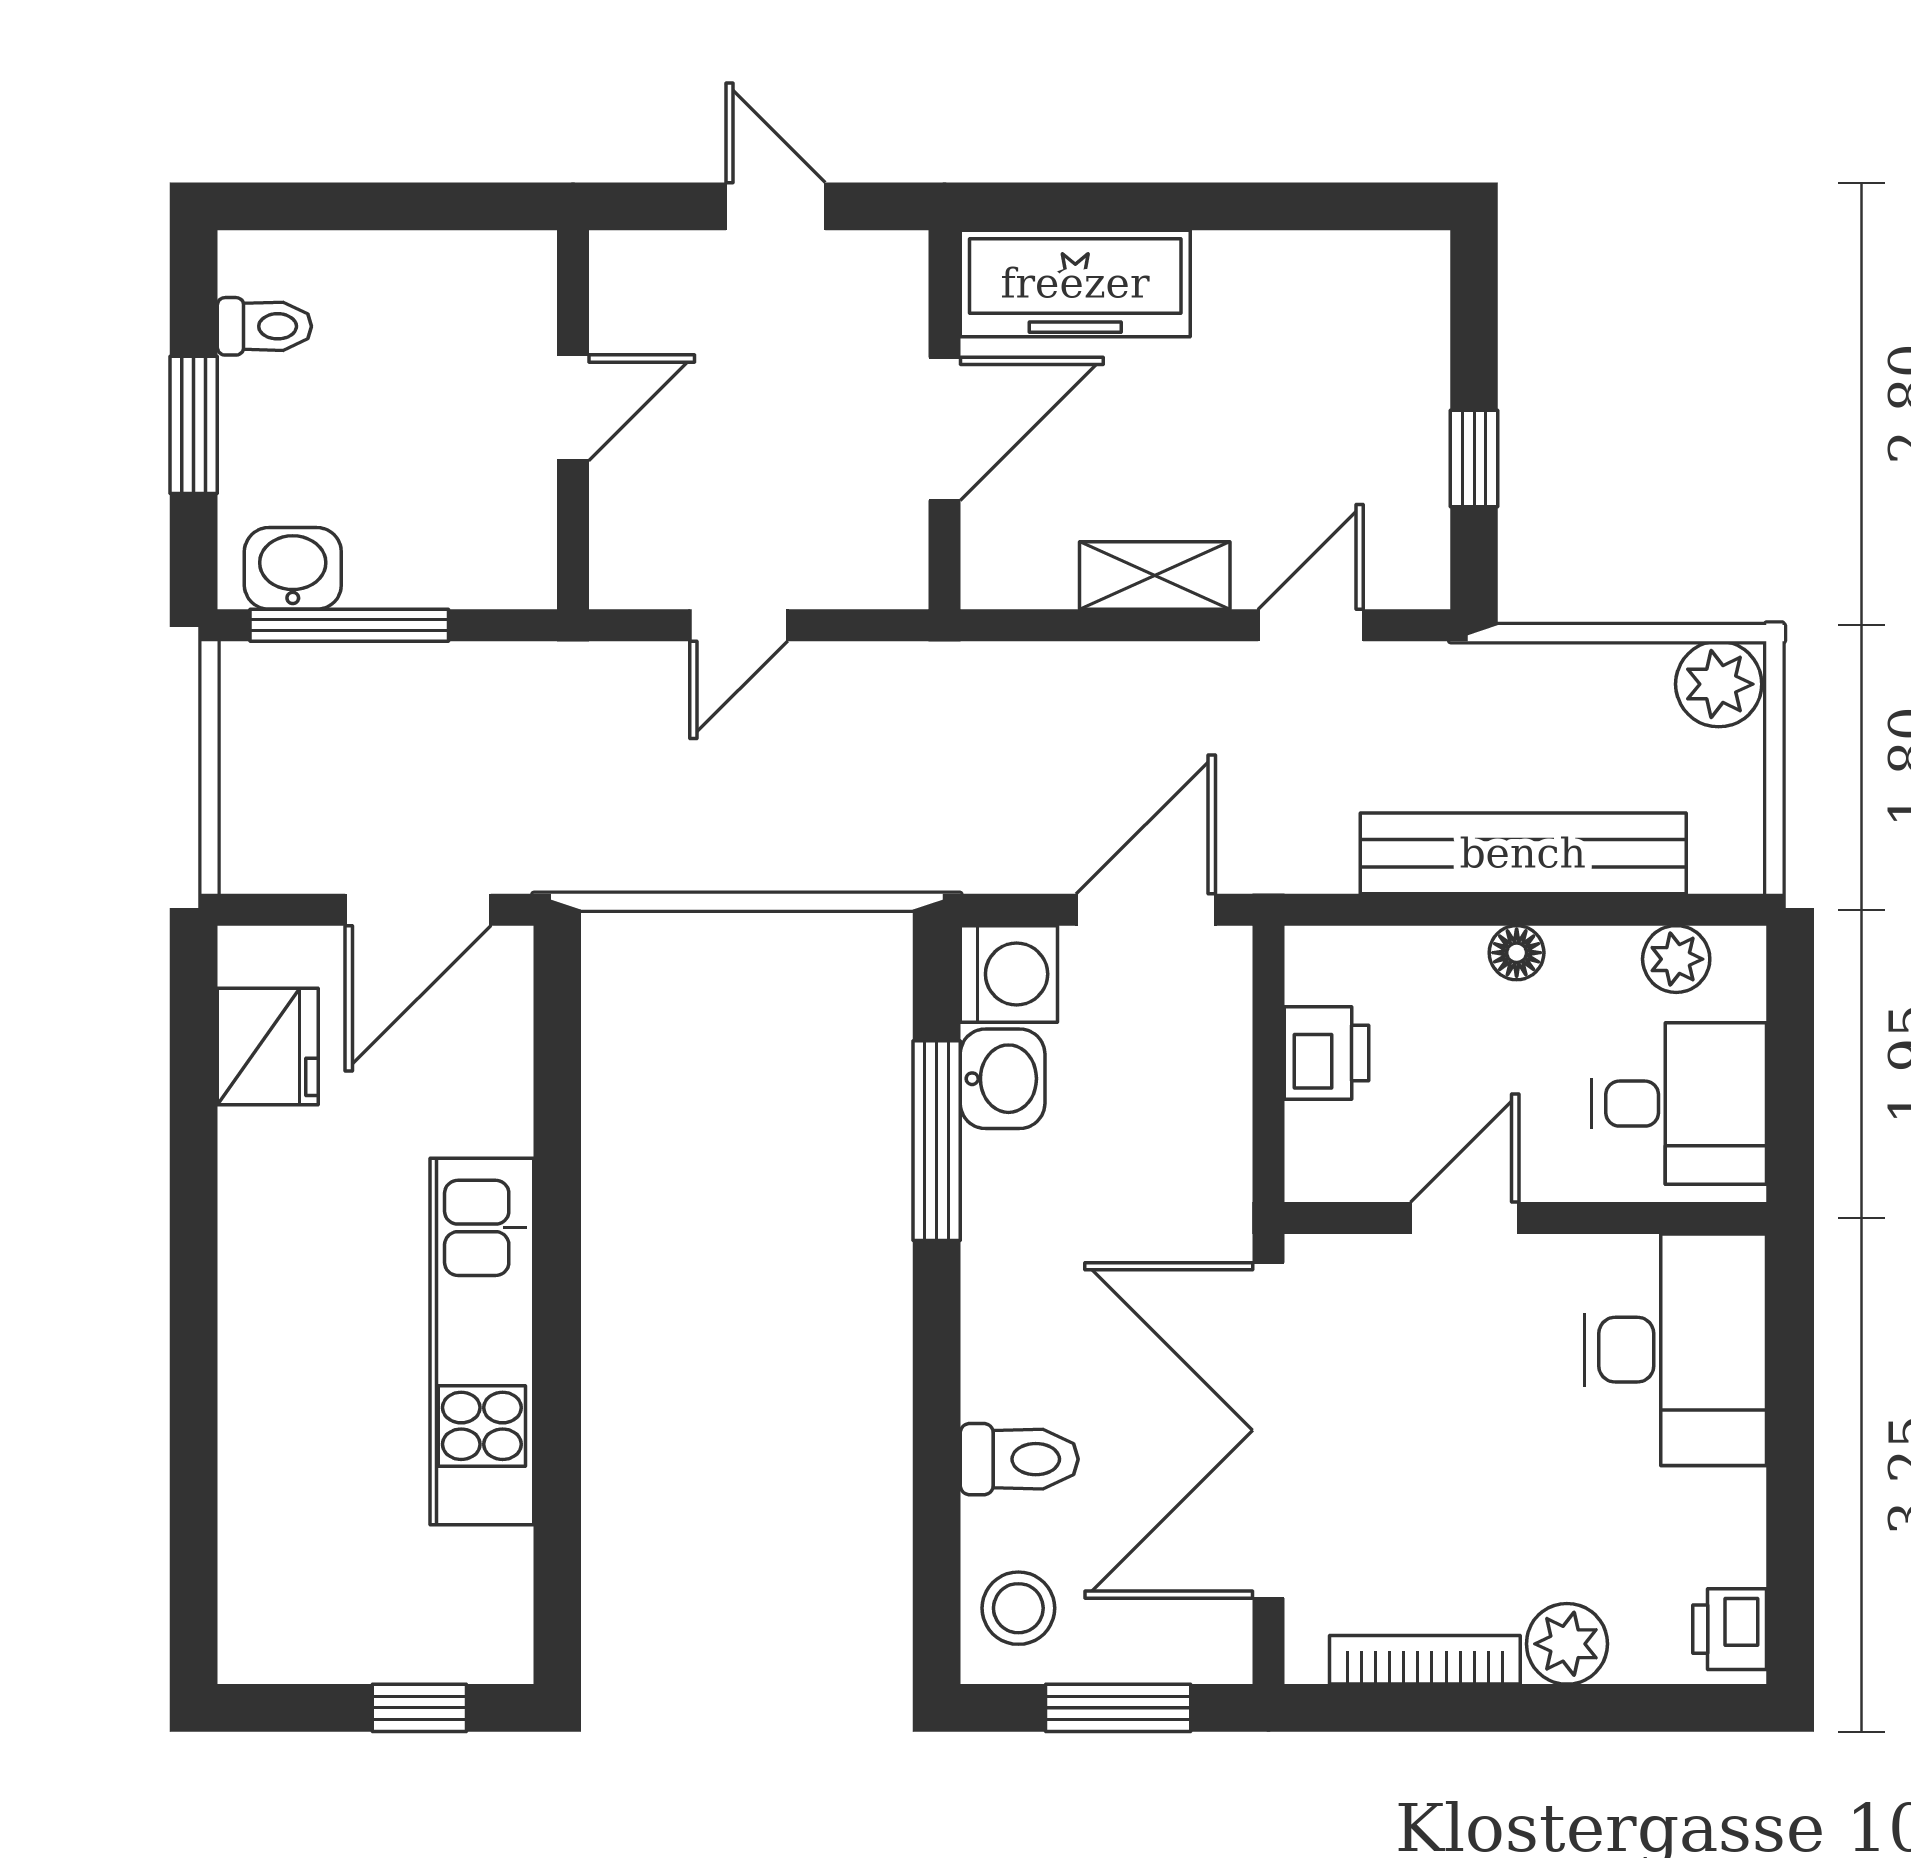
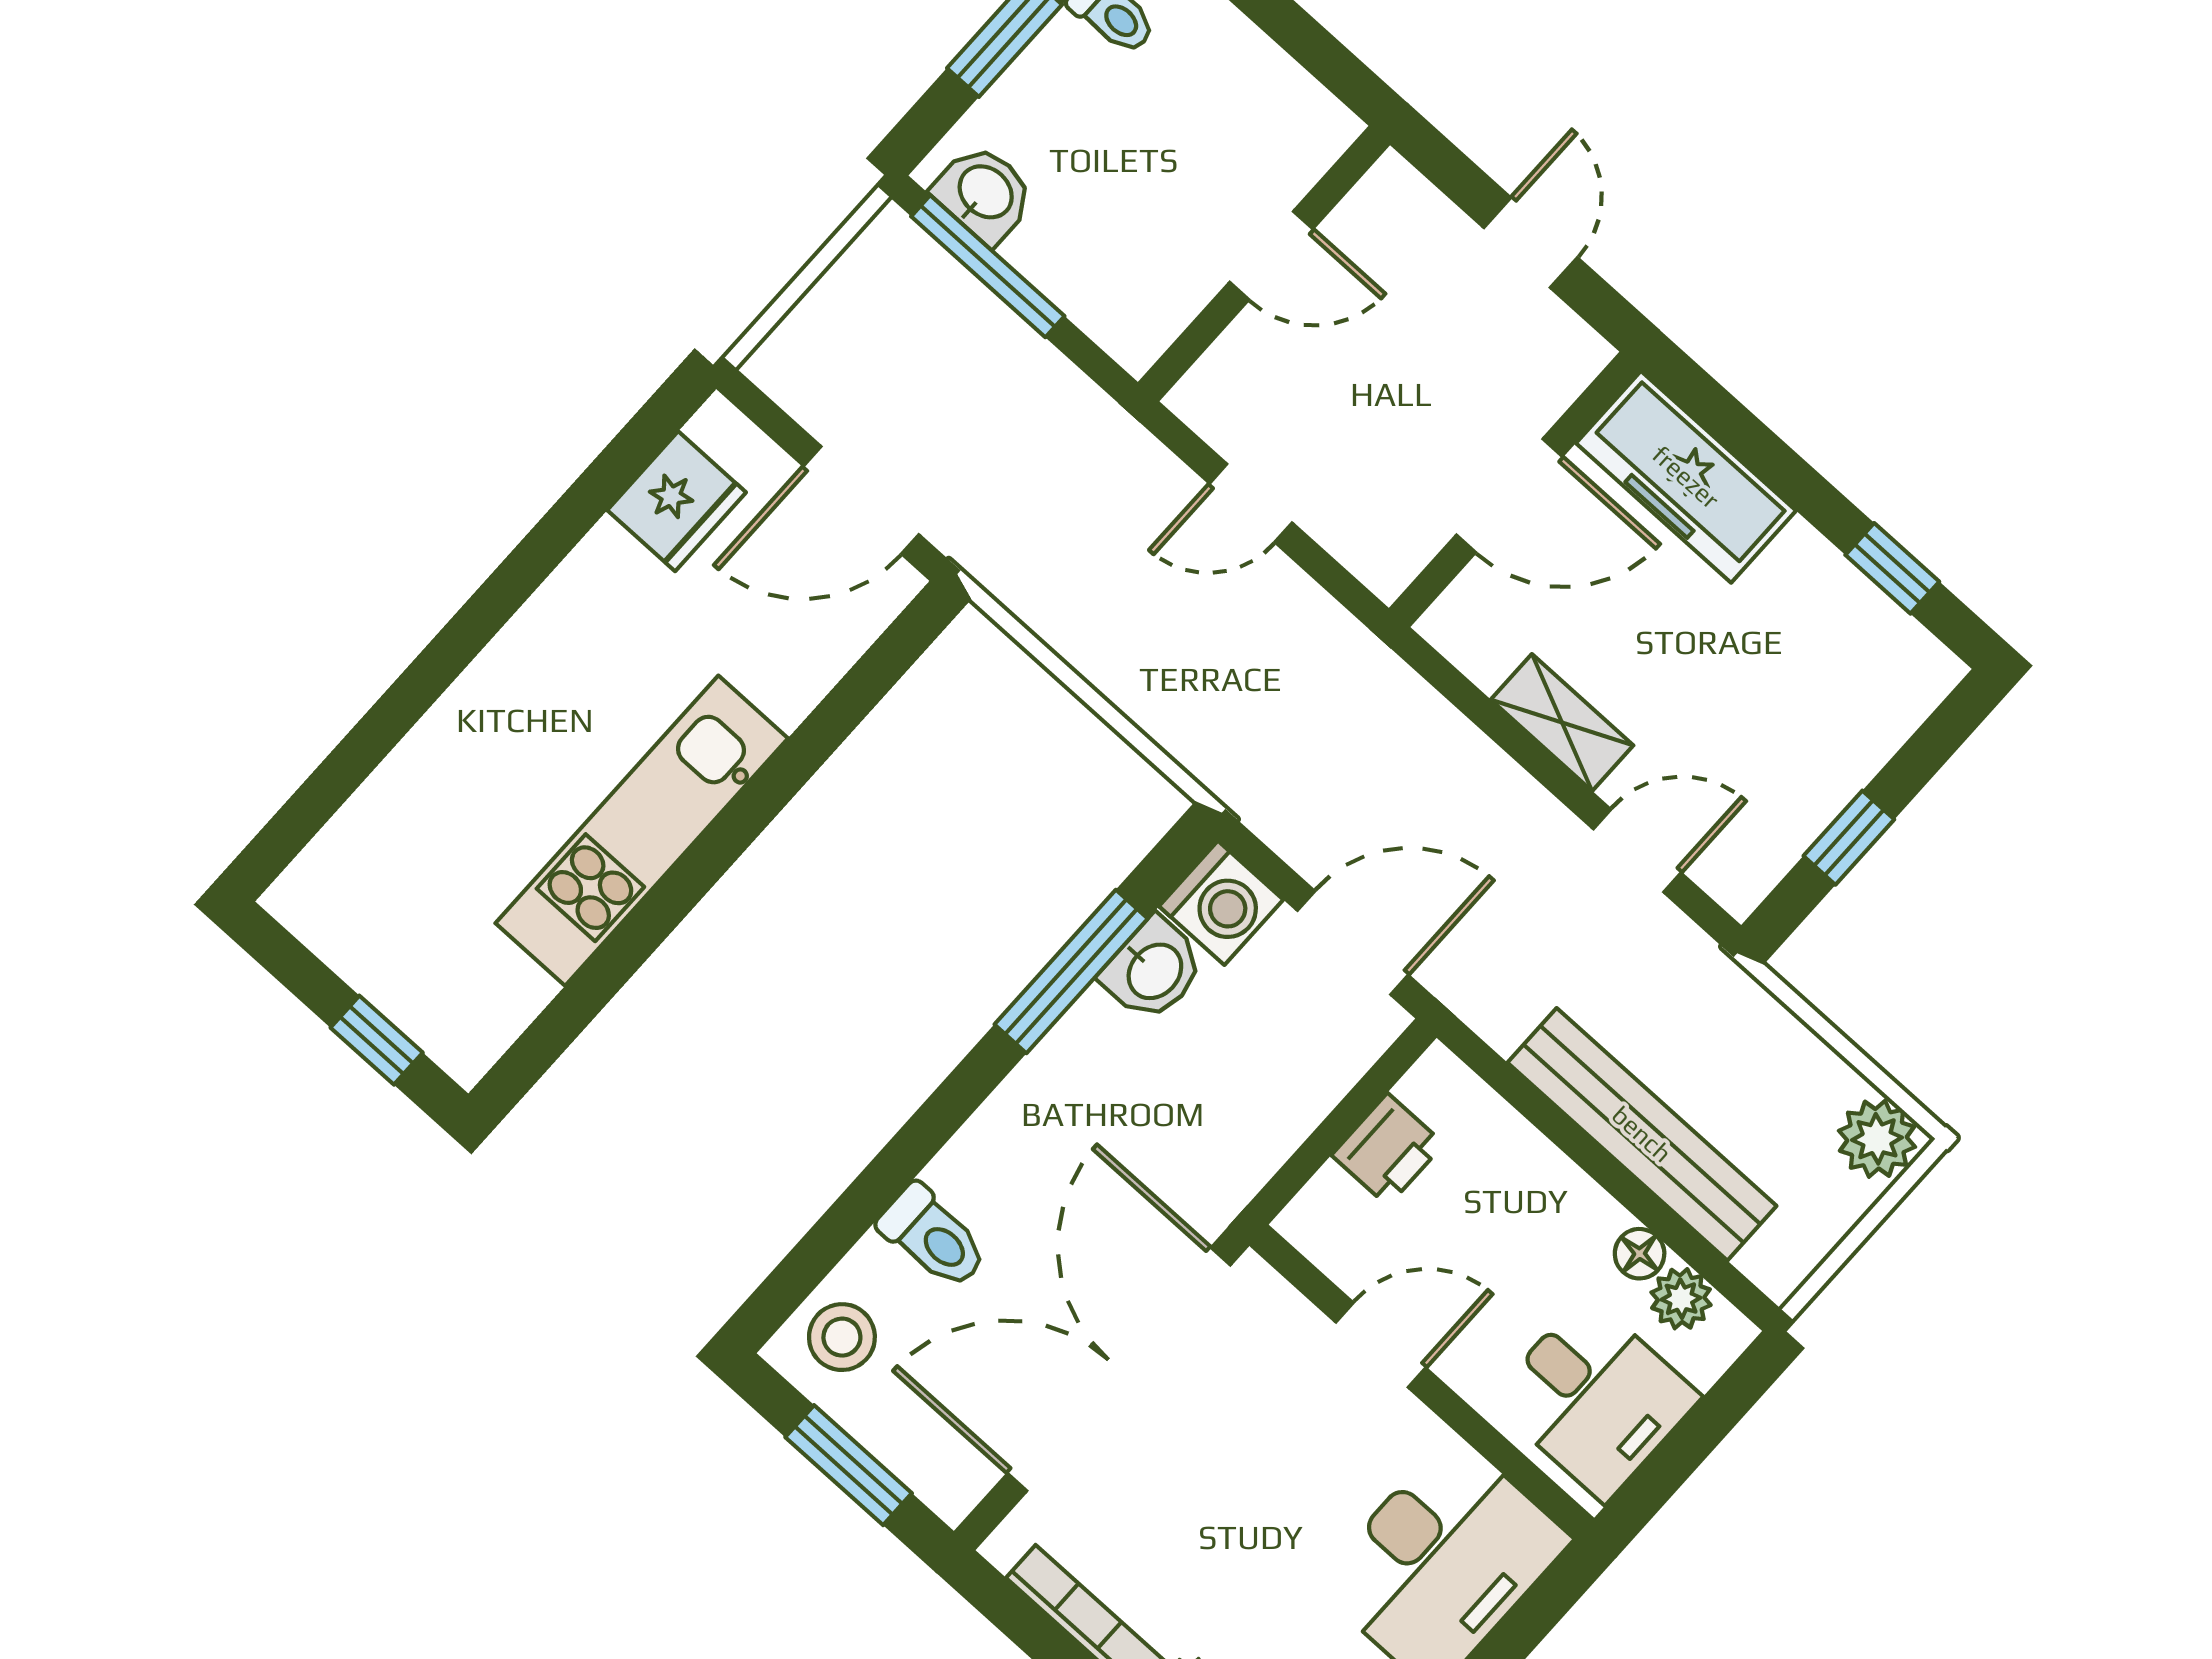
window: (1311, 206) -> (1892, 568), added
floor lamp: (1517, 953) -> (1640, 1254), moved

